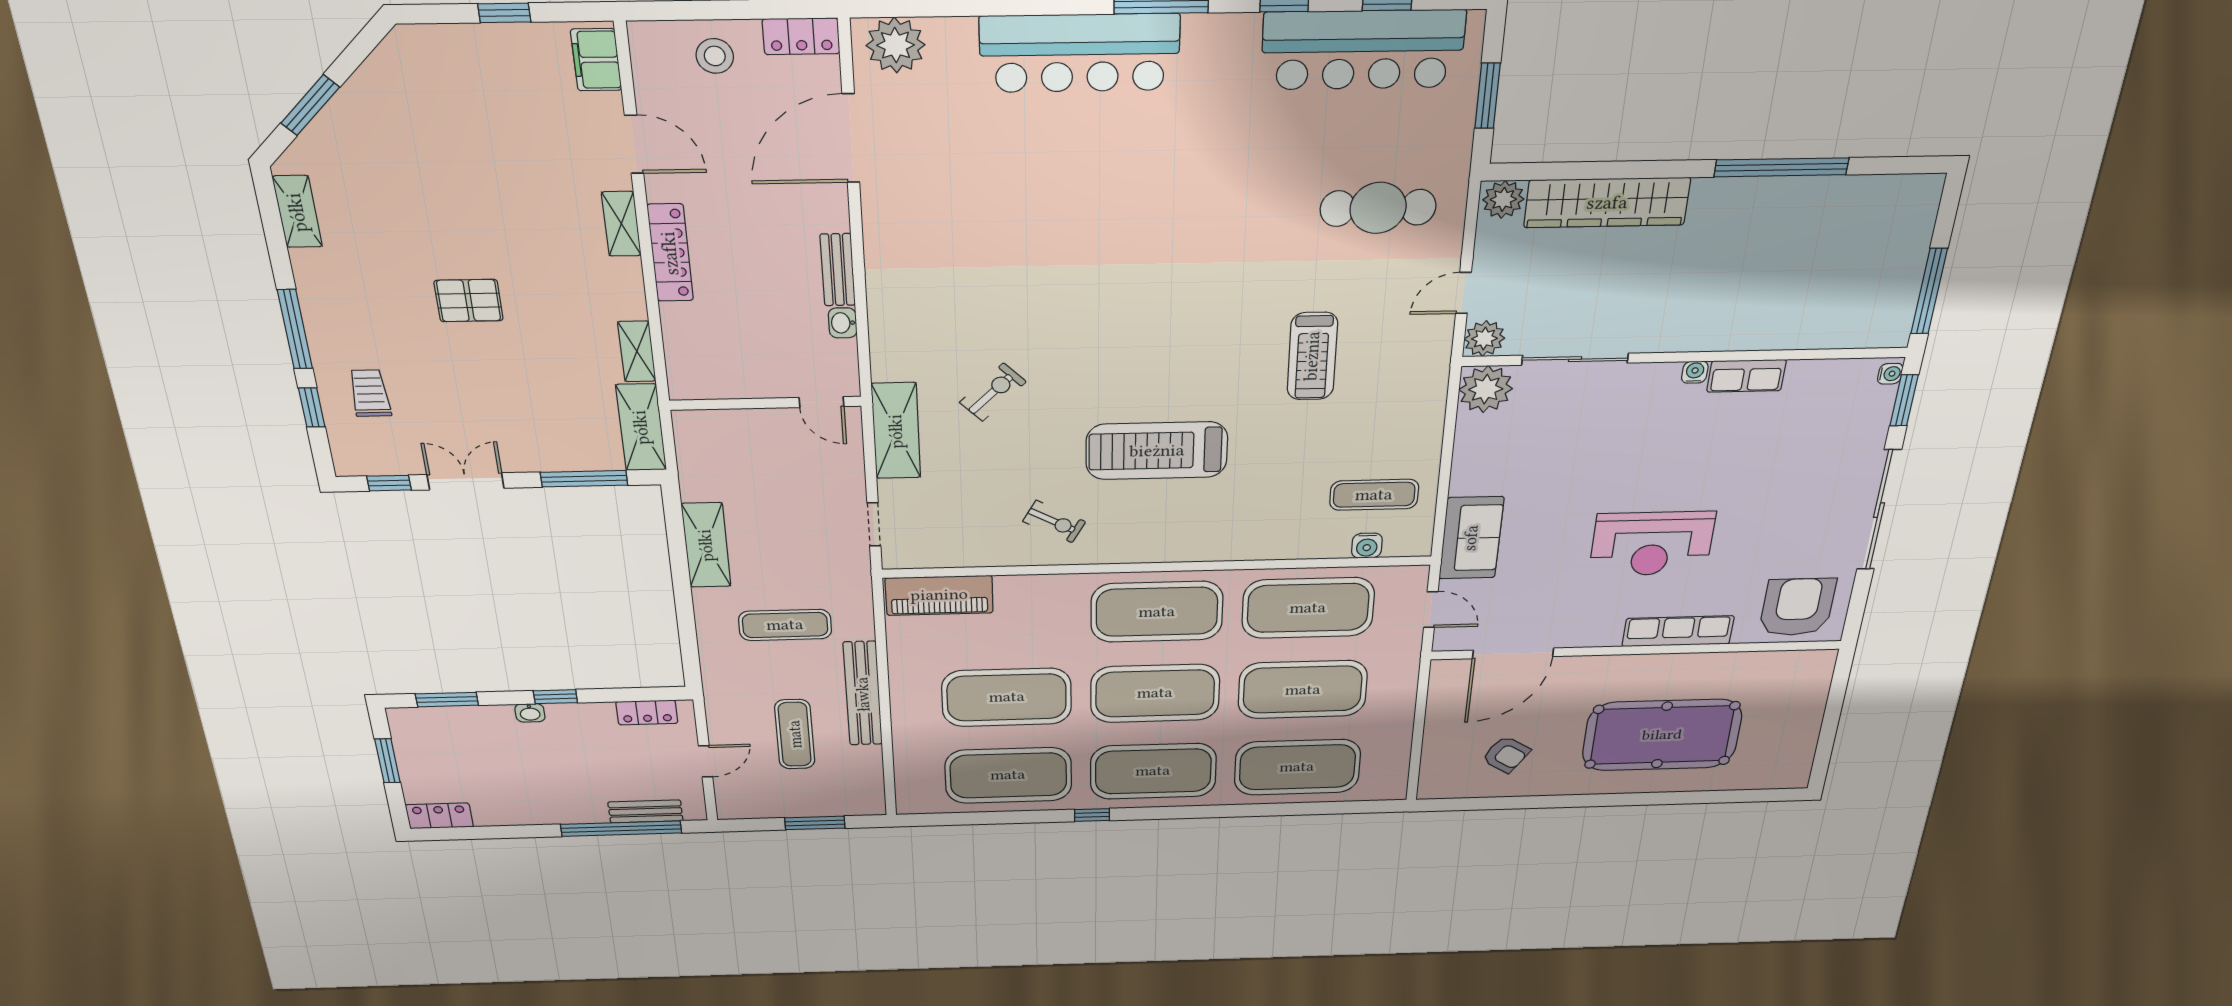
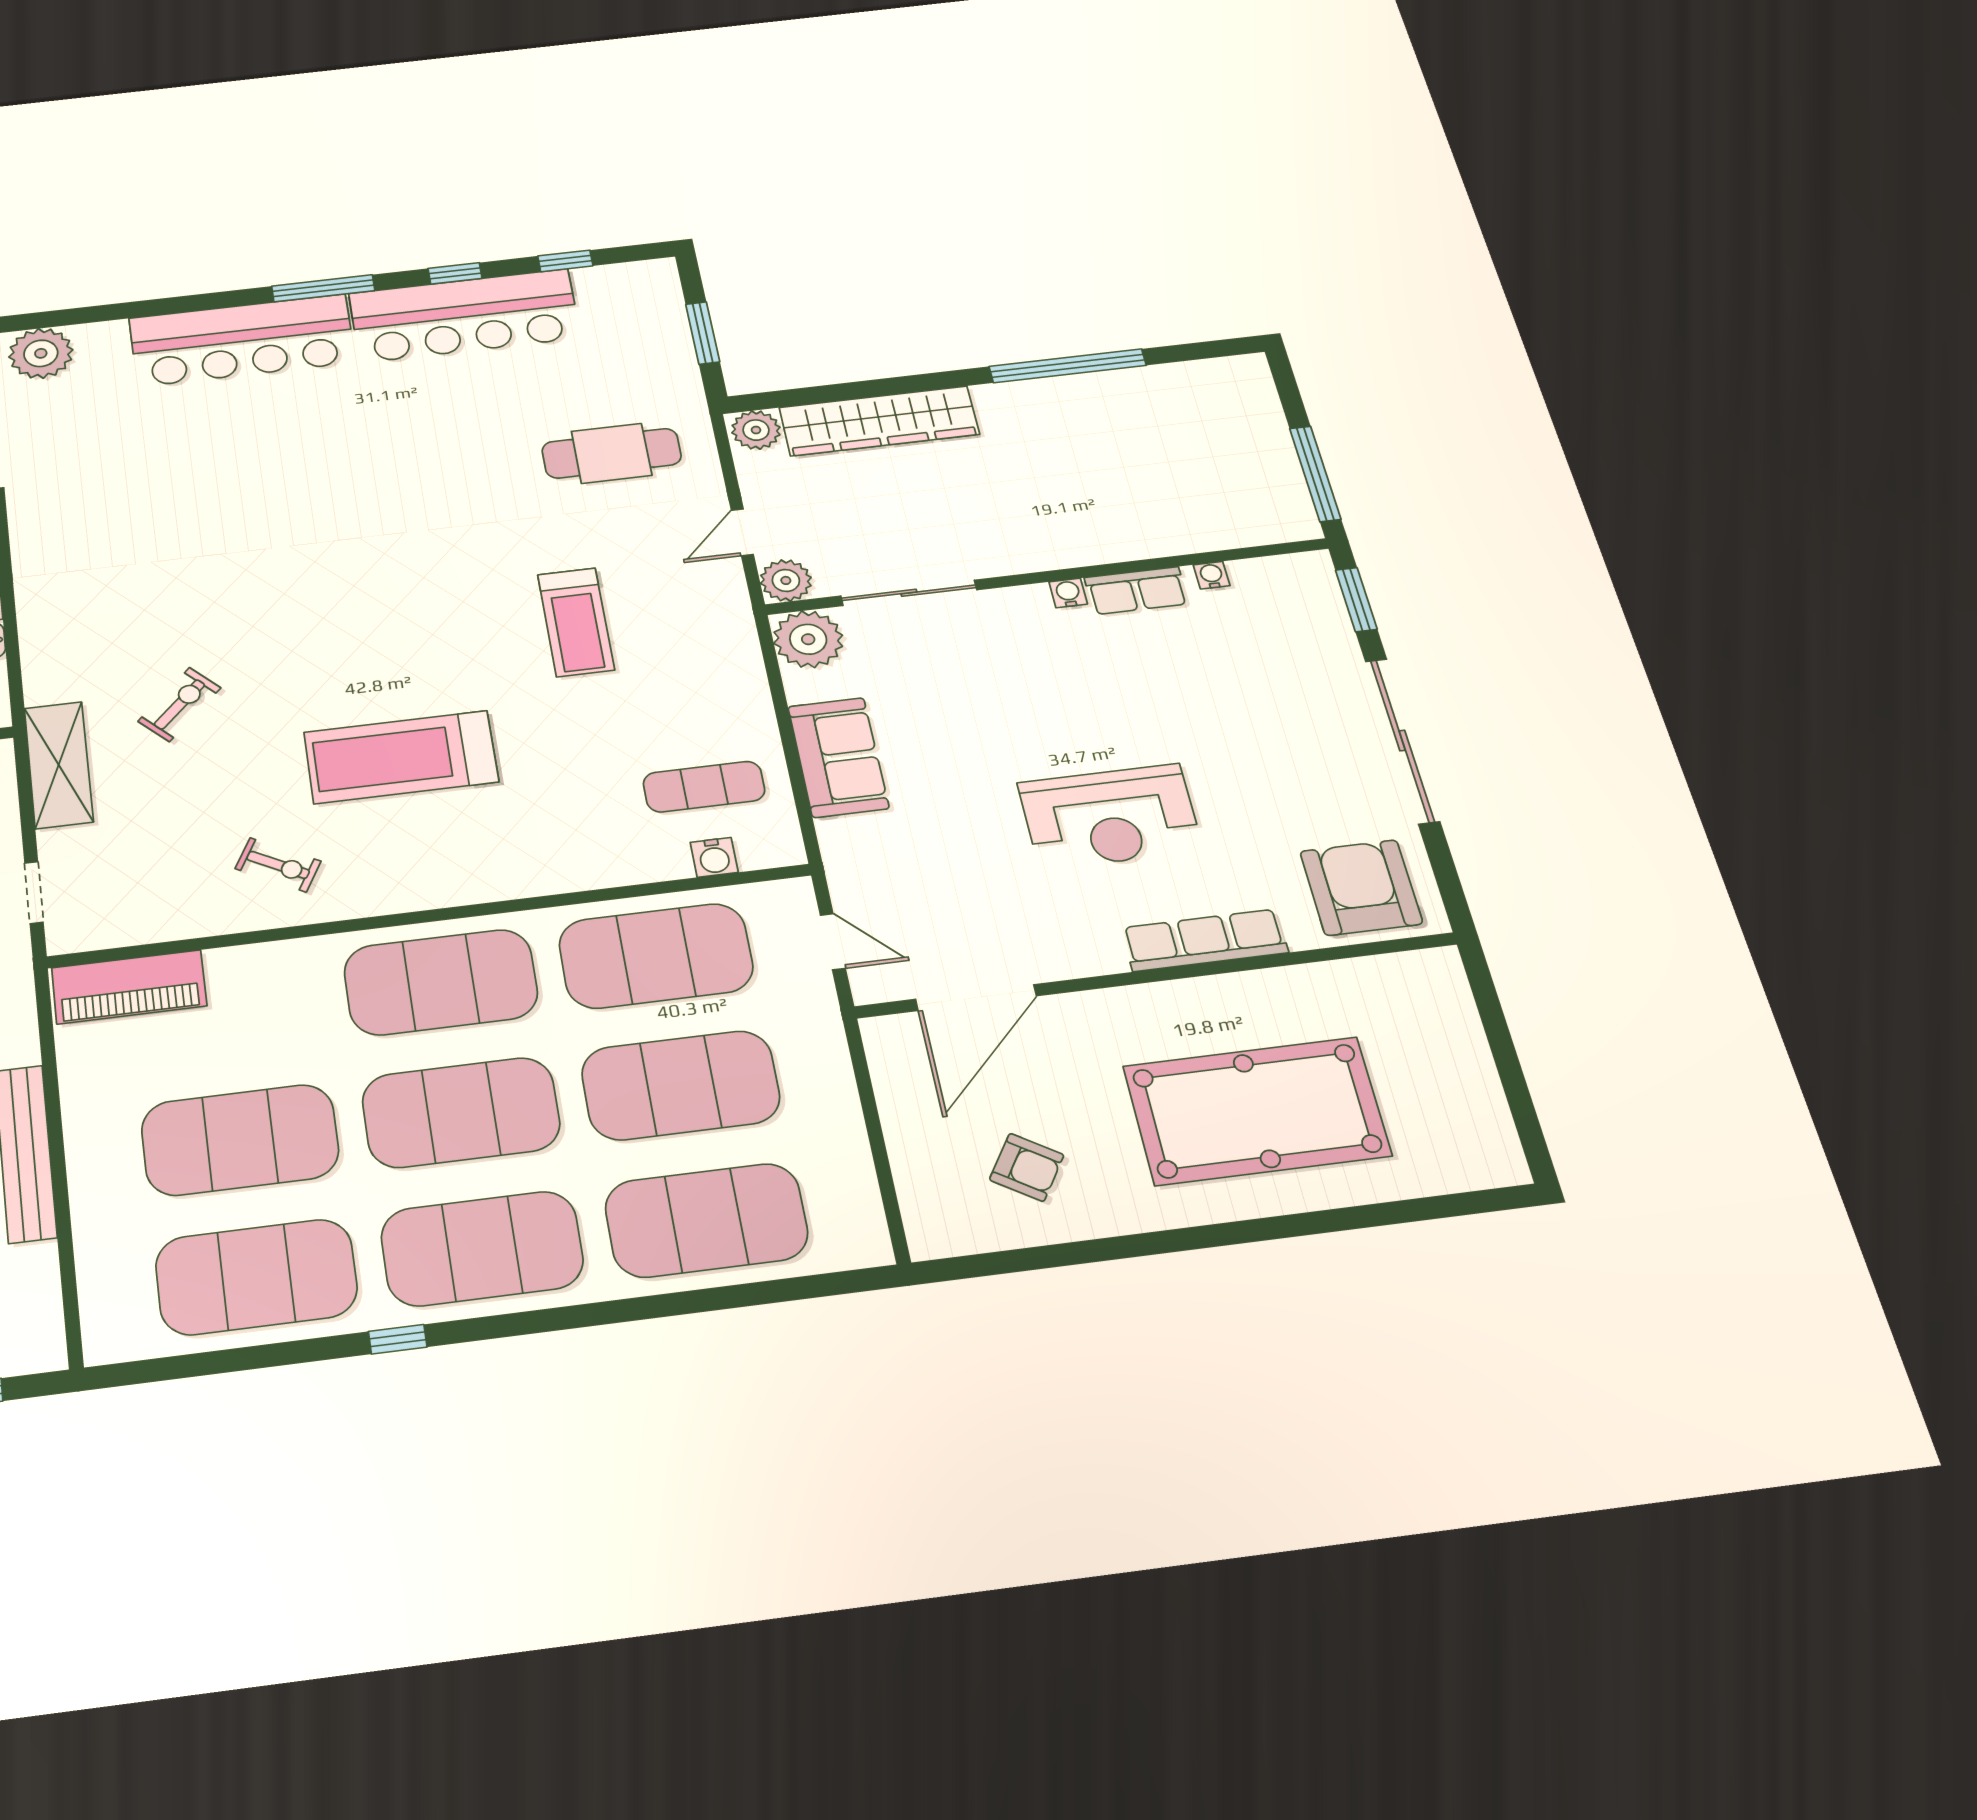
bar counter: (1363, 50) -> (464, 316), moved
water cooler: (1890, 374) -> (1212, 575), moved, turned -90
sofa: (1471, 538) -> (838, 757), moved

